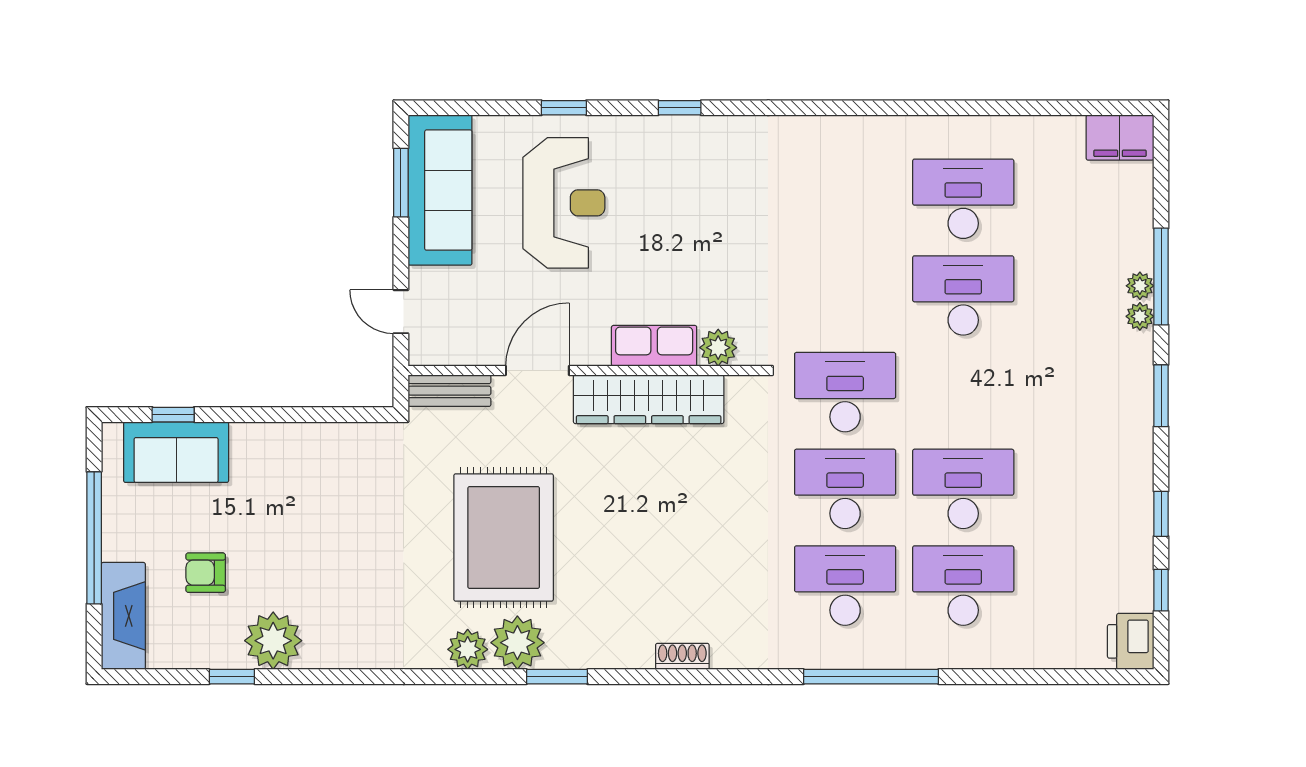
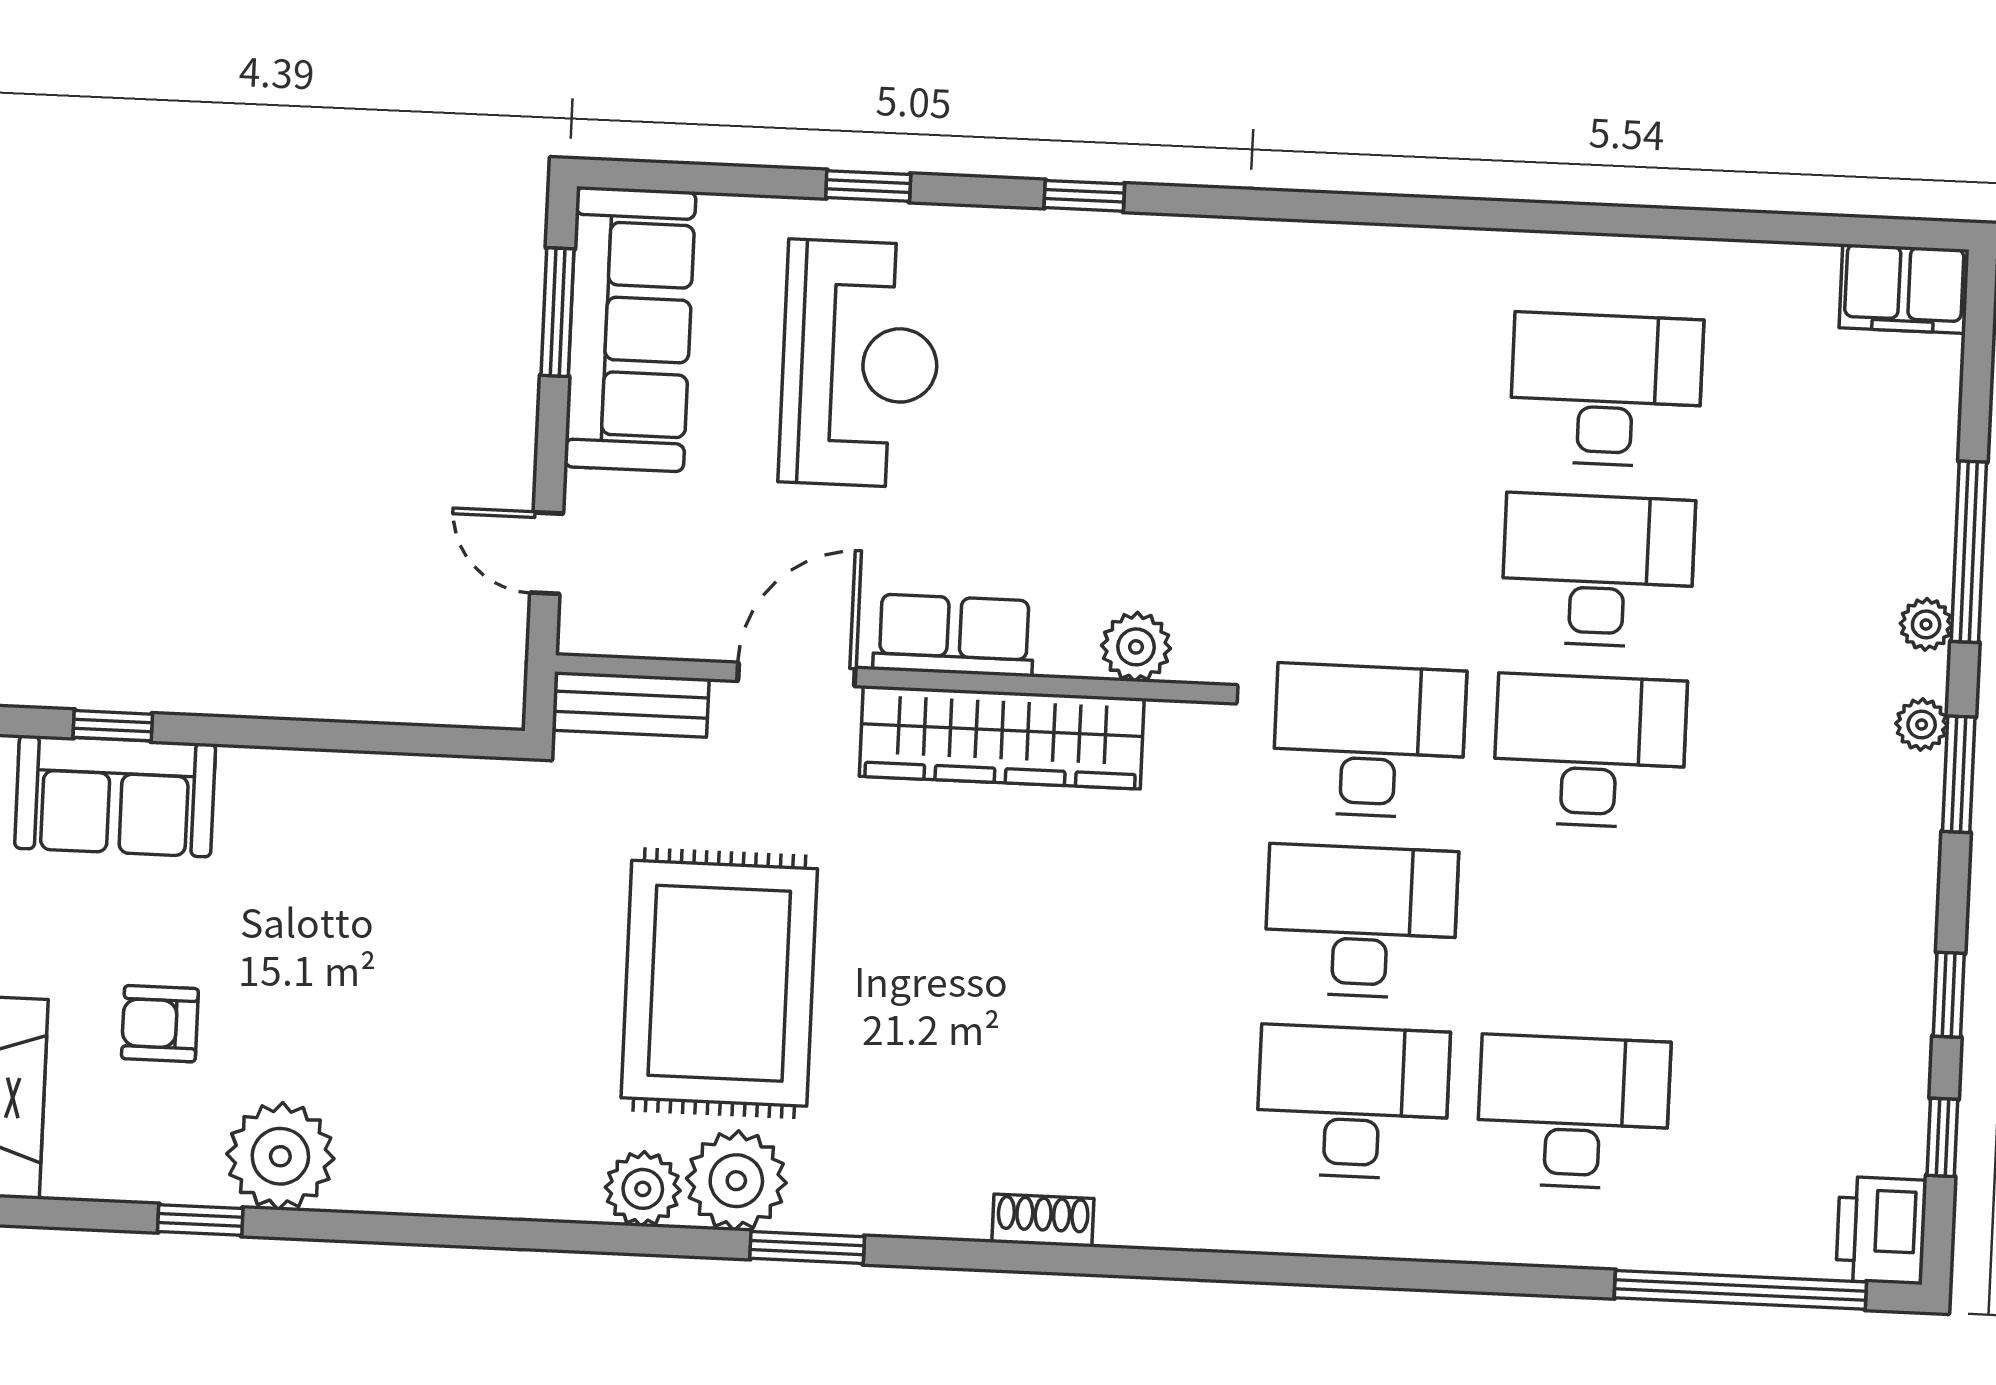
plant: (1140, 286) -> (1922, 725), moved
row of seats: (654, 346) -> (954, 635), moved
desk: (963, 489) -> (1590, 751), moved
window: (871, 677) -> (1740, 1290), moved

